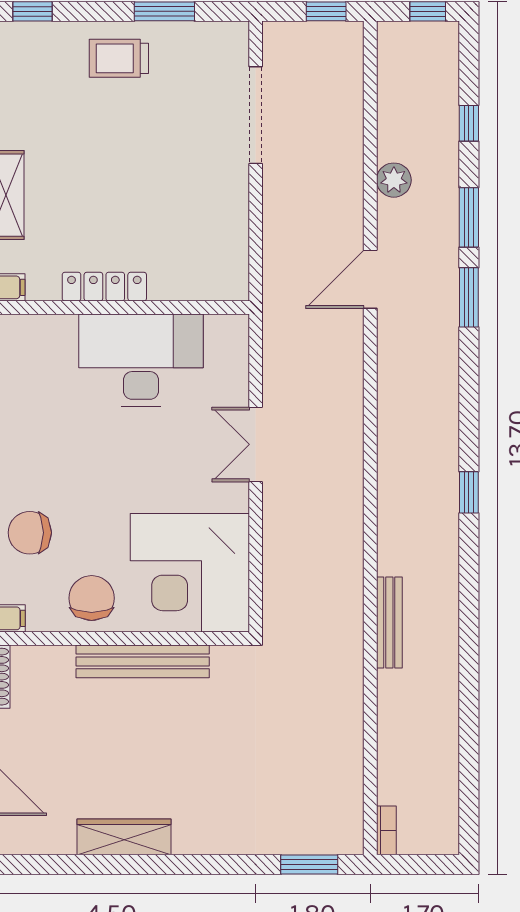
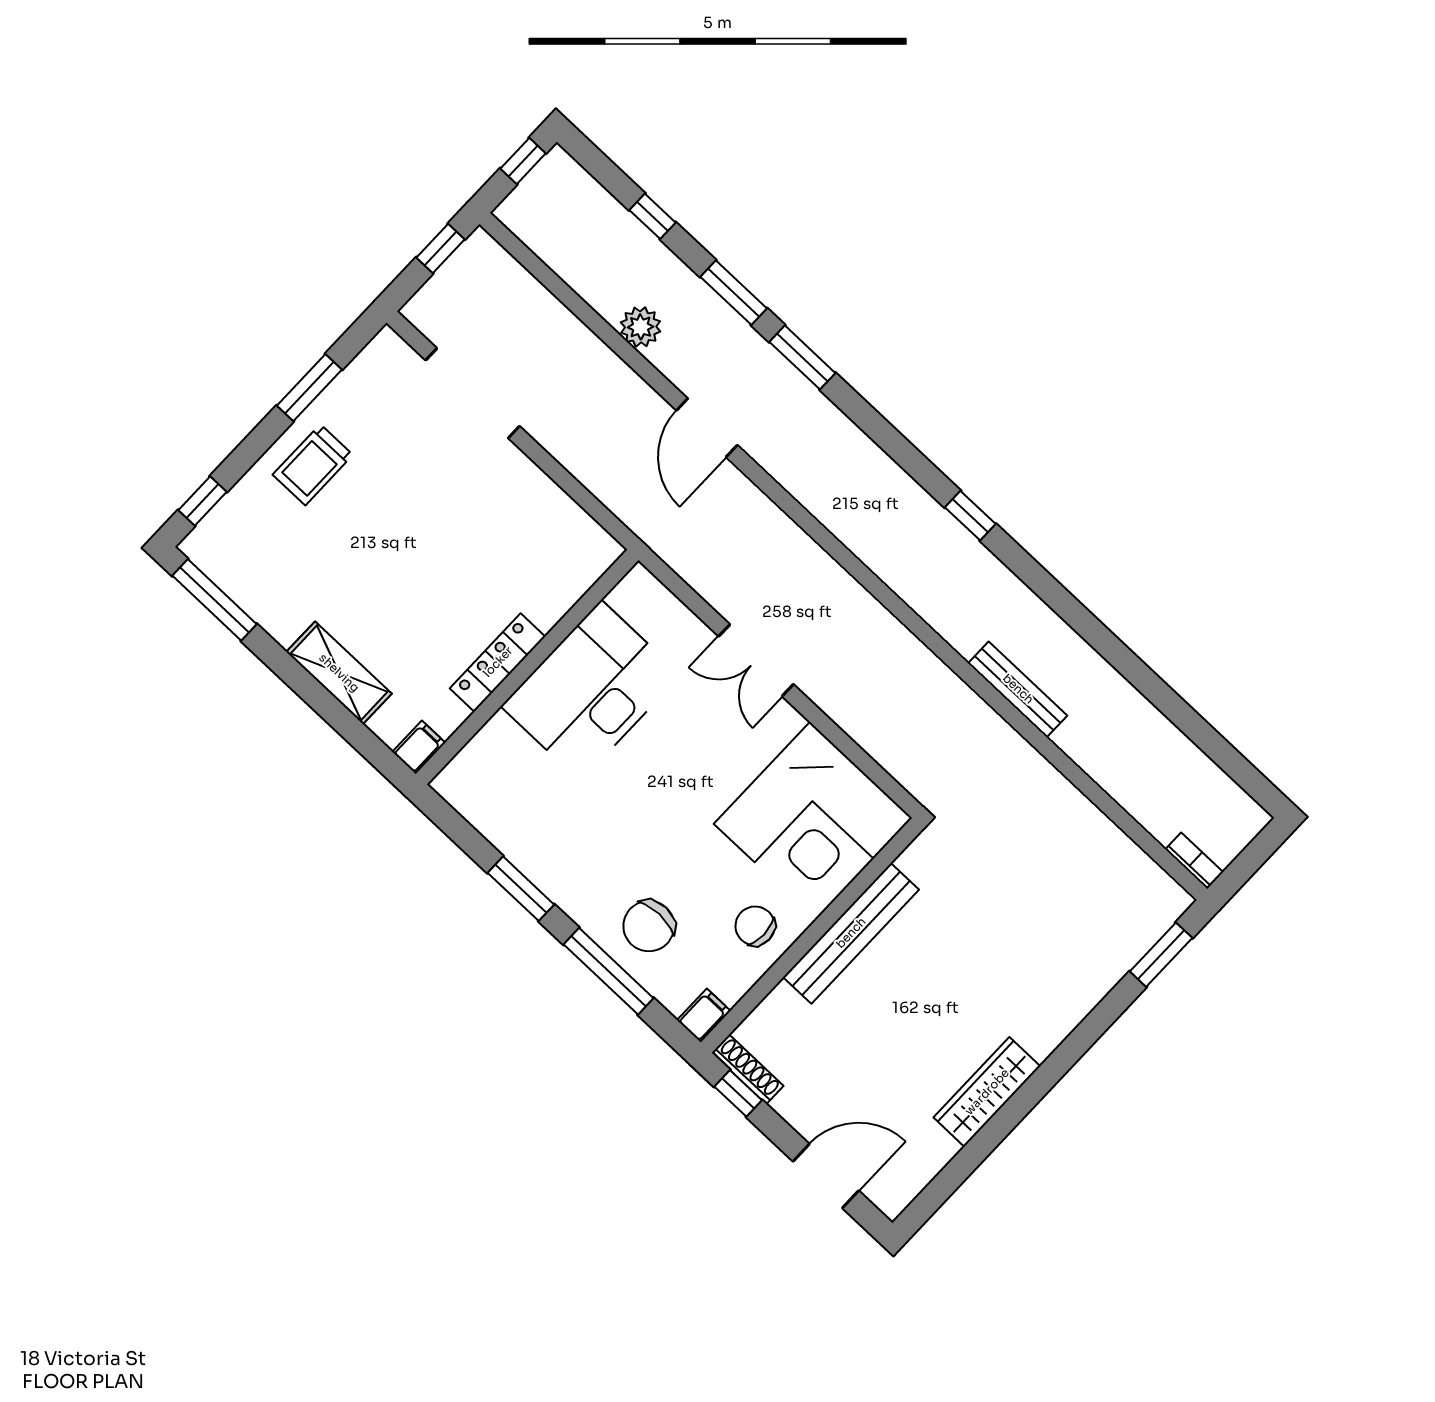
chair: (92, 598) -> (755, 926), width x0.73, depth x0.73

